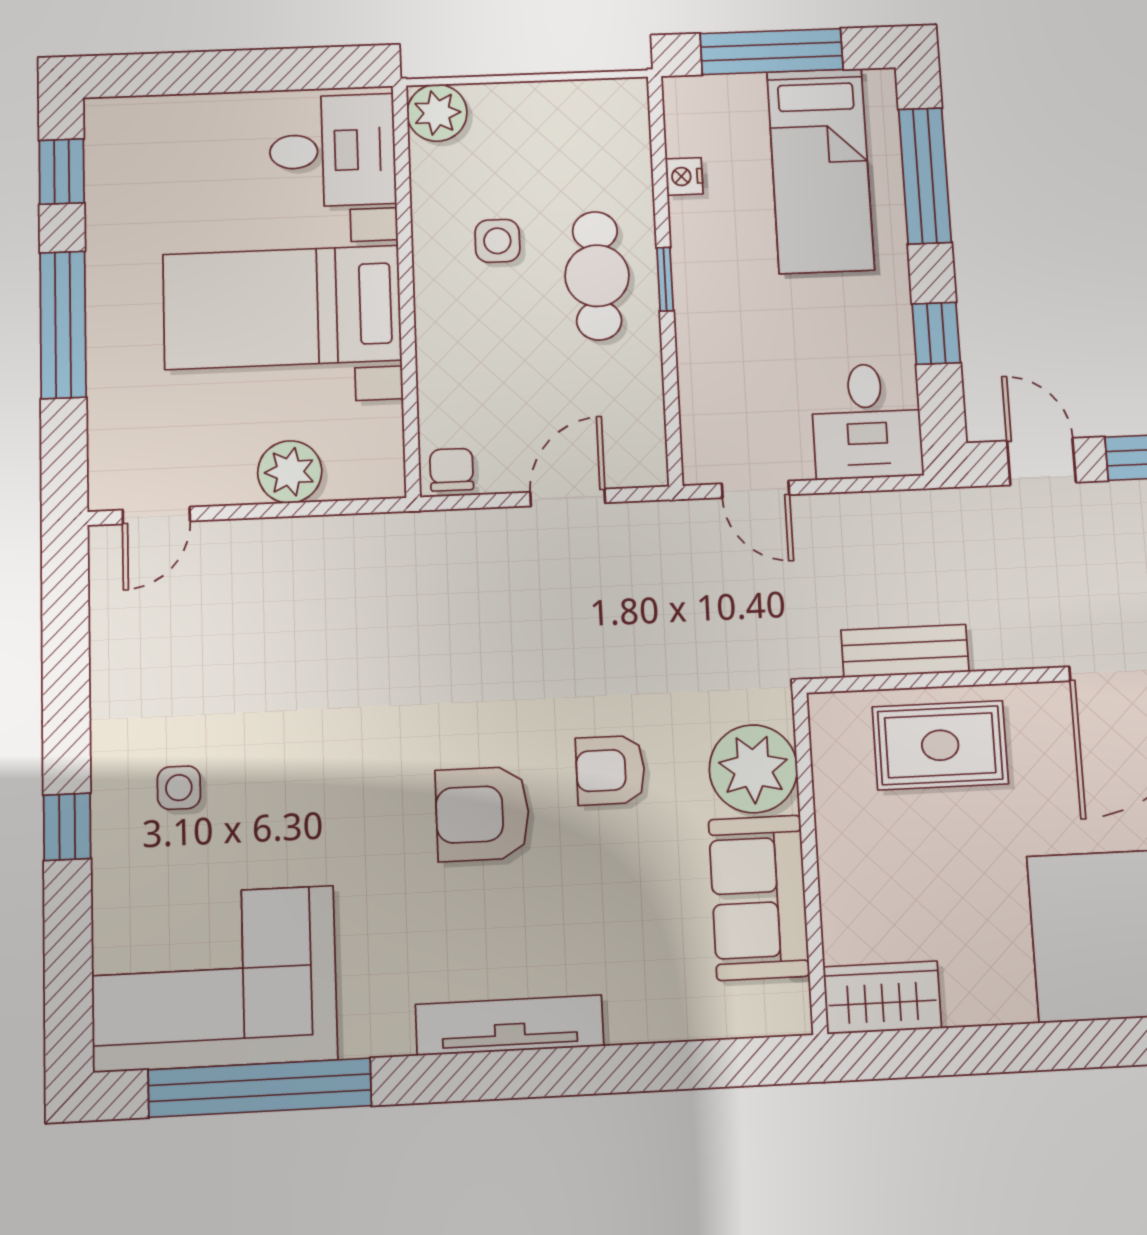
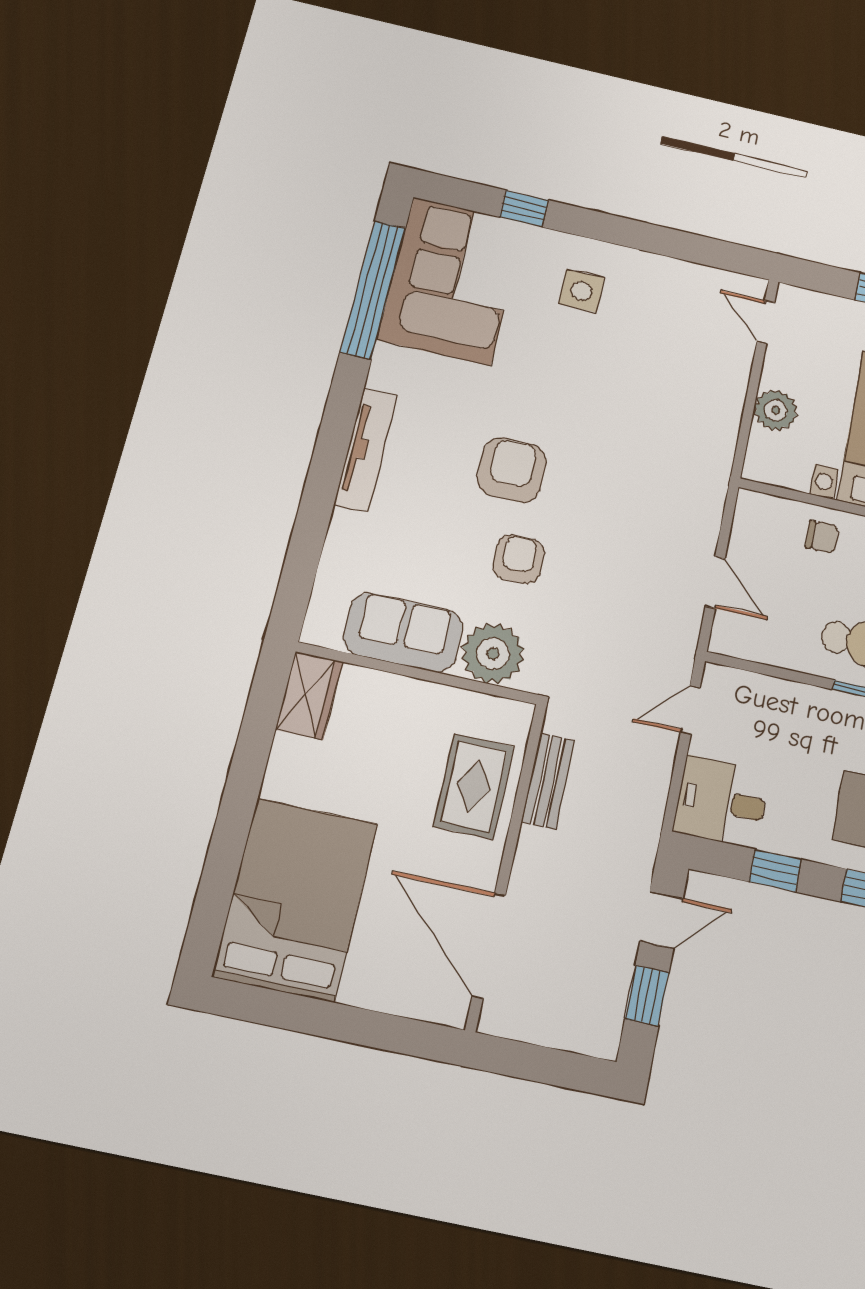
chair: (452, 470) -> (822, 537), moved
side table: (179, 788) -> (582, 291), width x1.37, depth x1.37
window: (67, 827) -> (524, 208), moved

